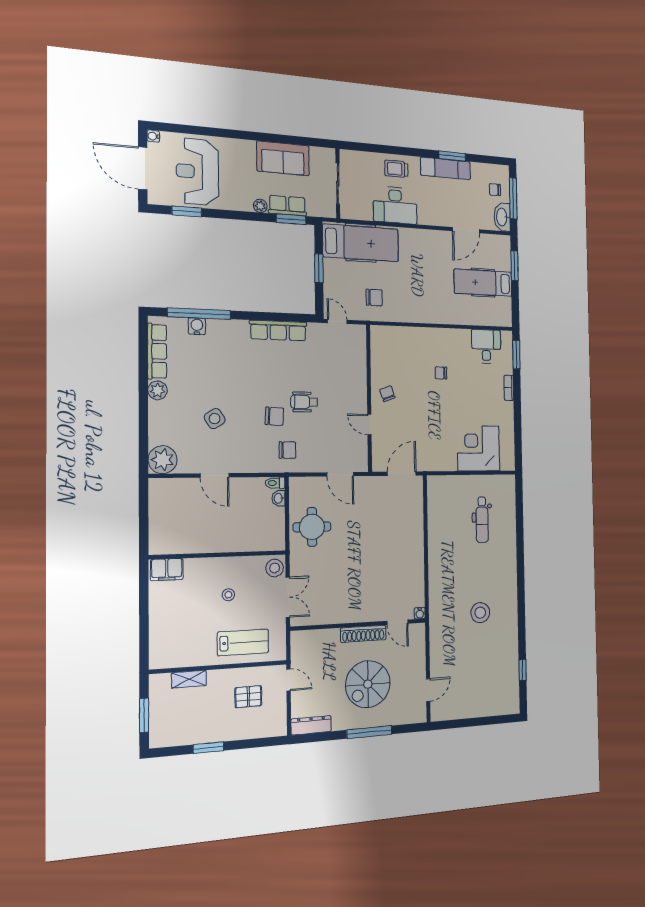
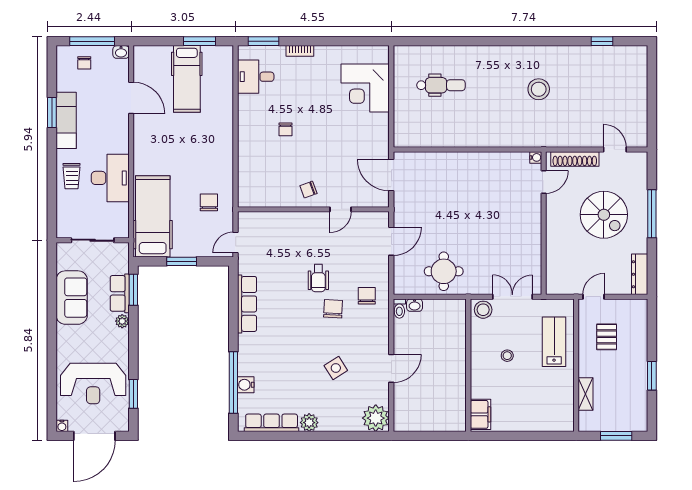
washbasin: (502, 217) -> (121, 52), width x0.52, depth x0.69
window: (515, 266) -> (200, 41), moved
shoe rack: (363, 634) -> (575, 159), moved, turned 90

